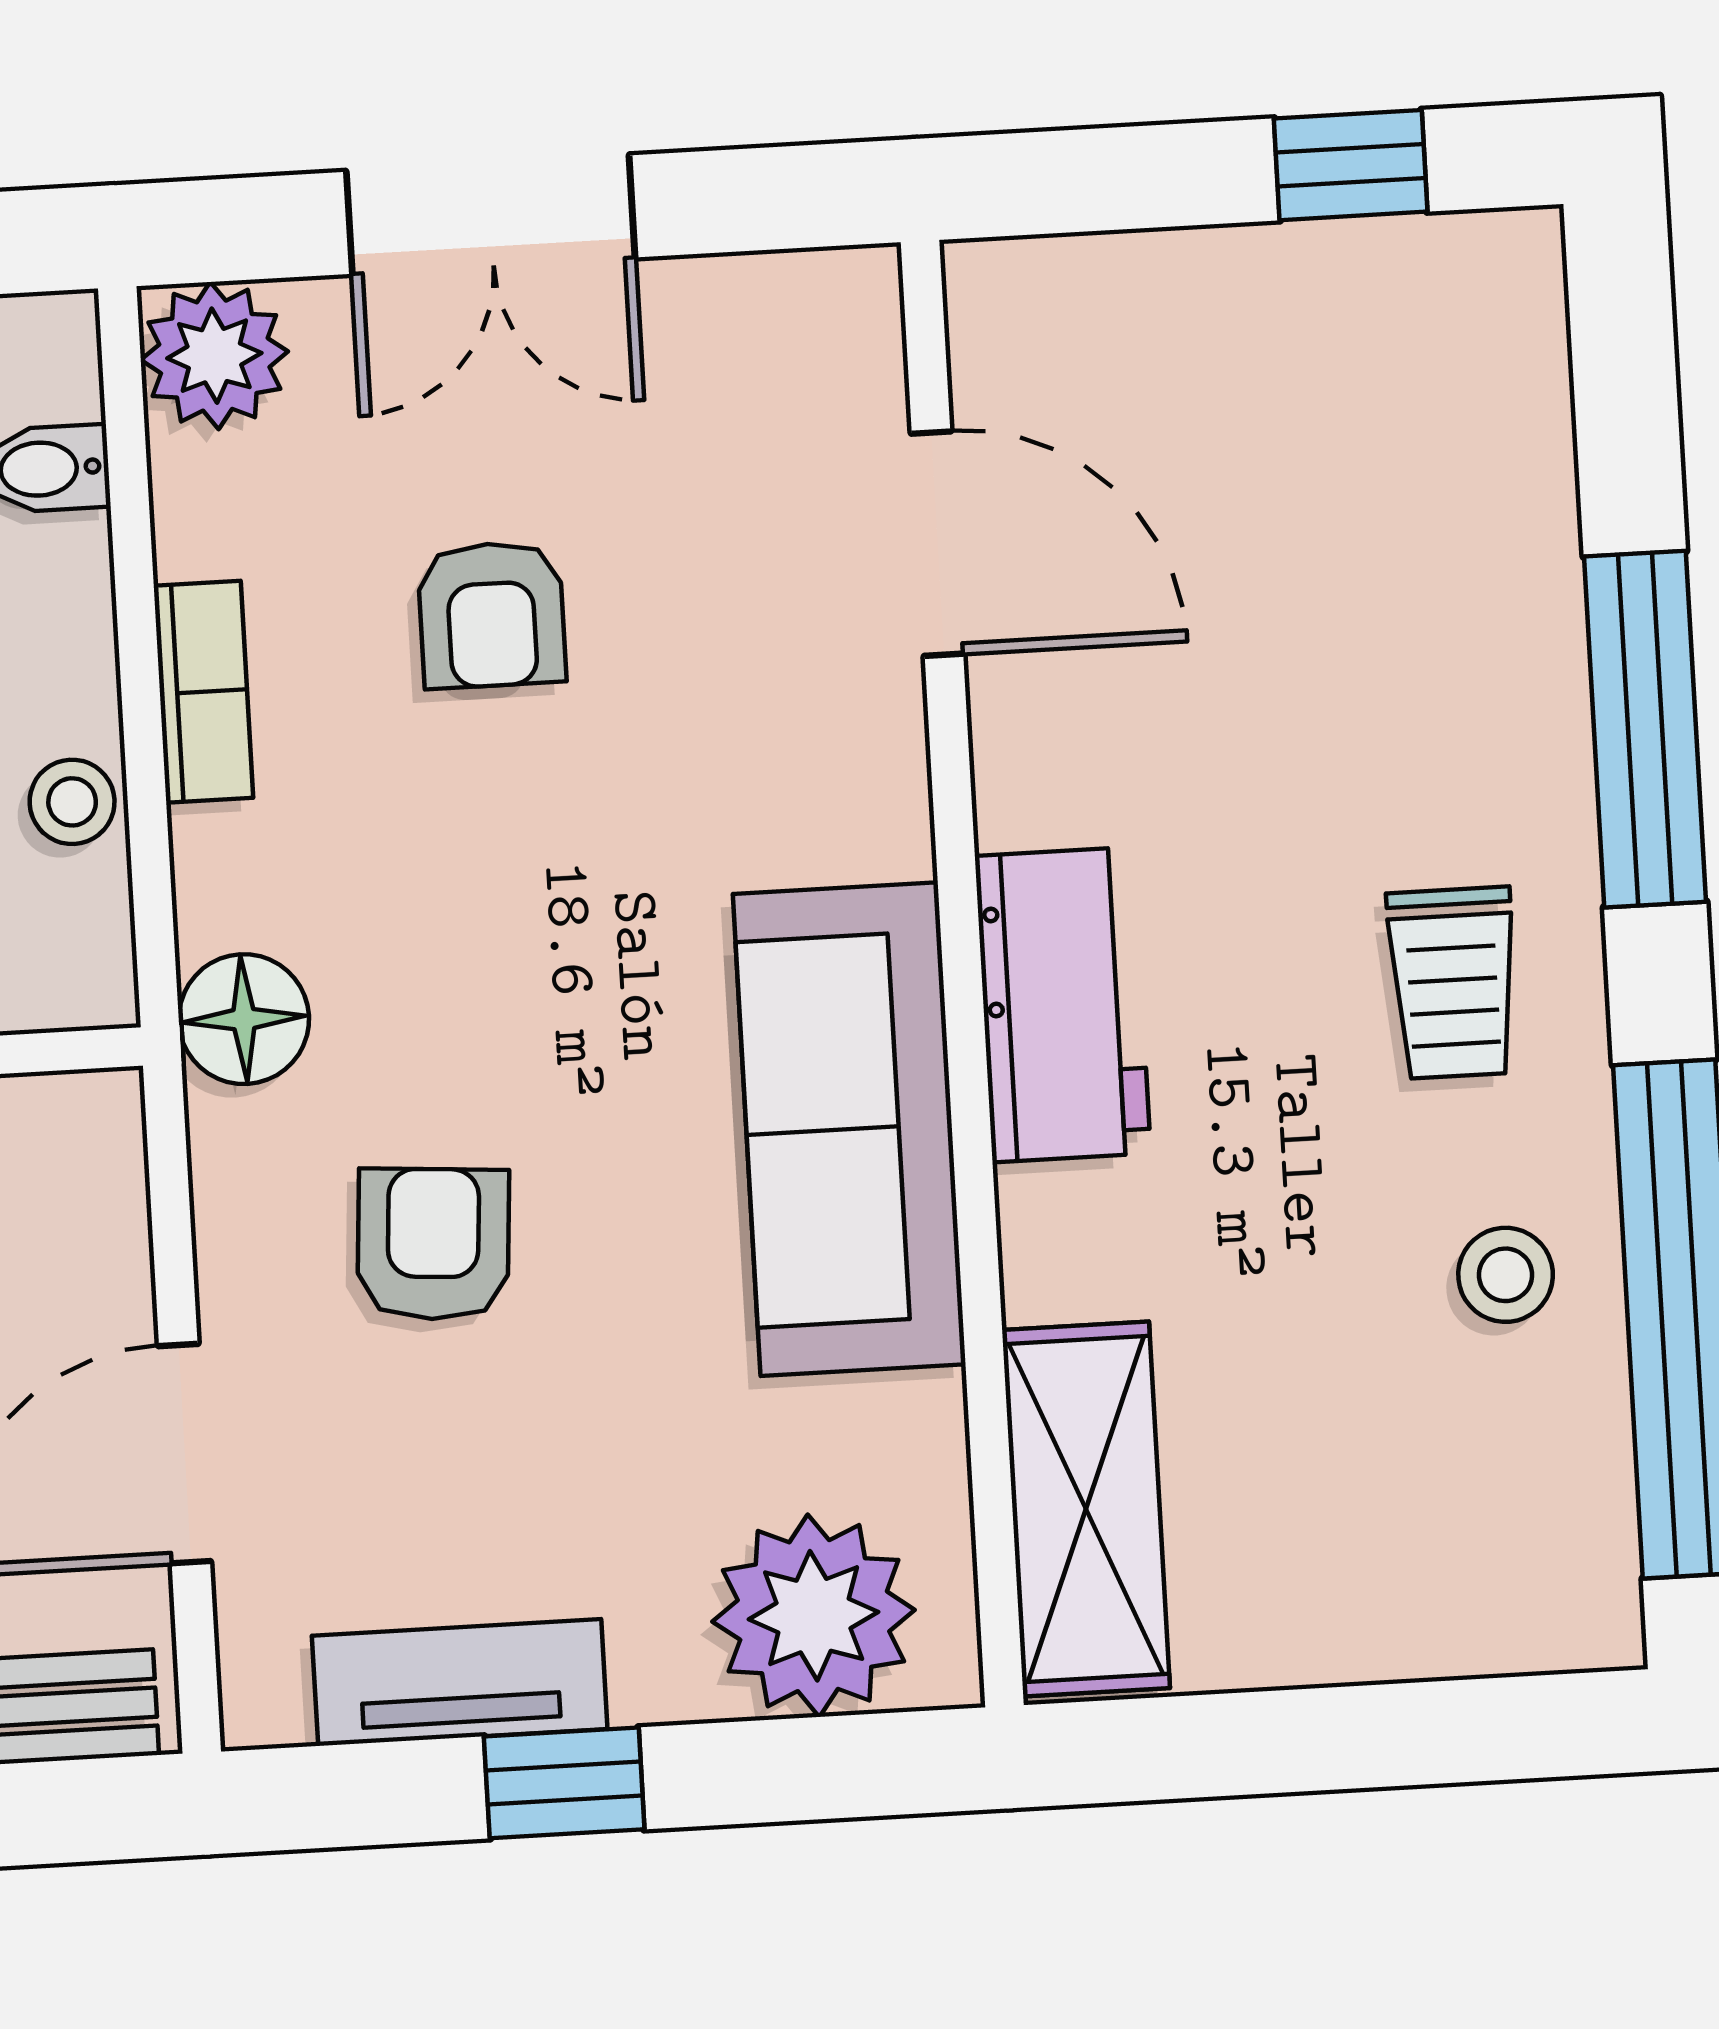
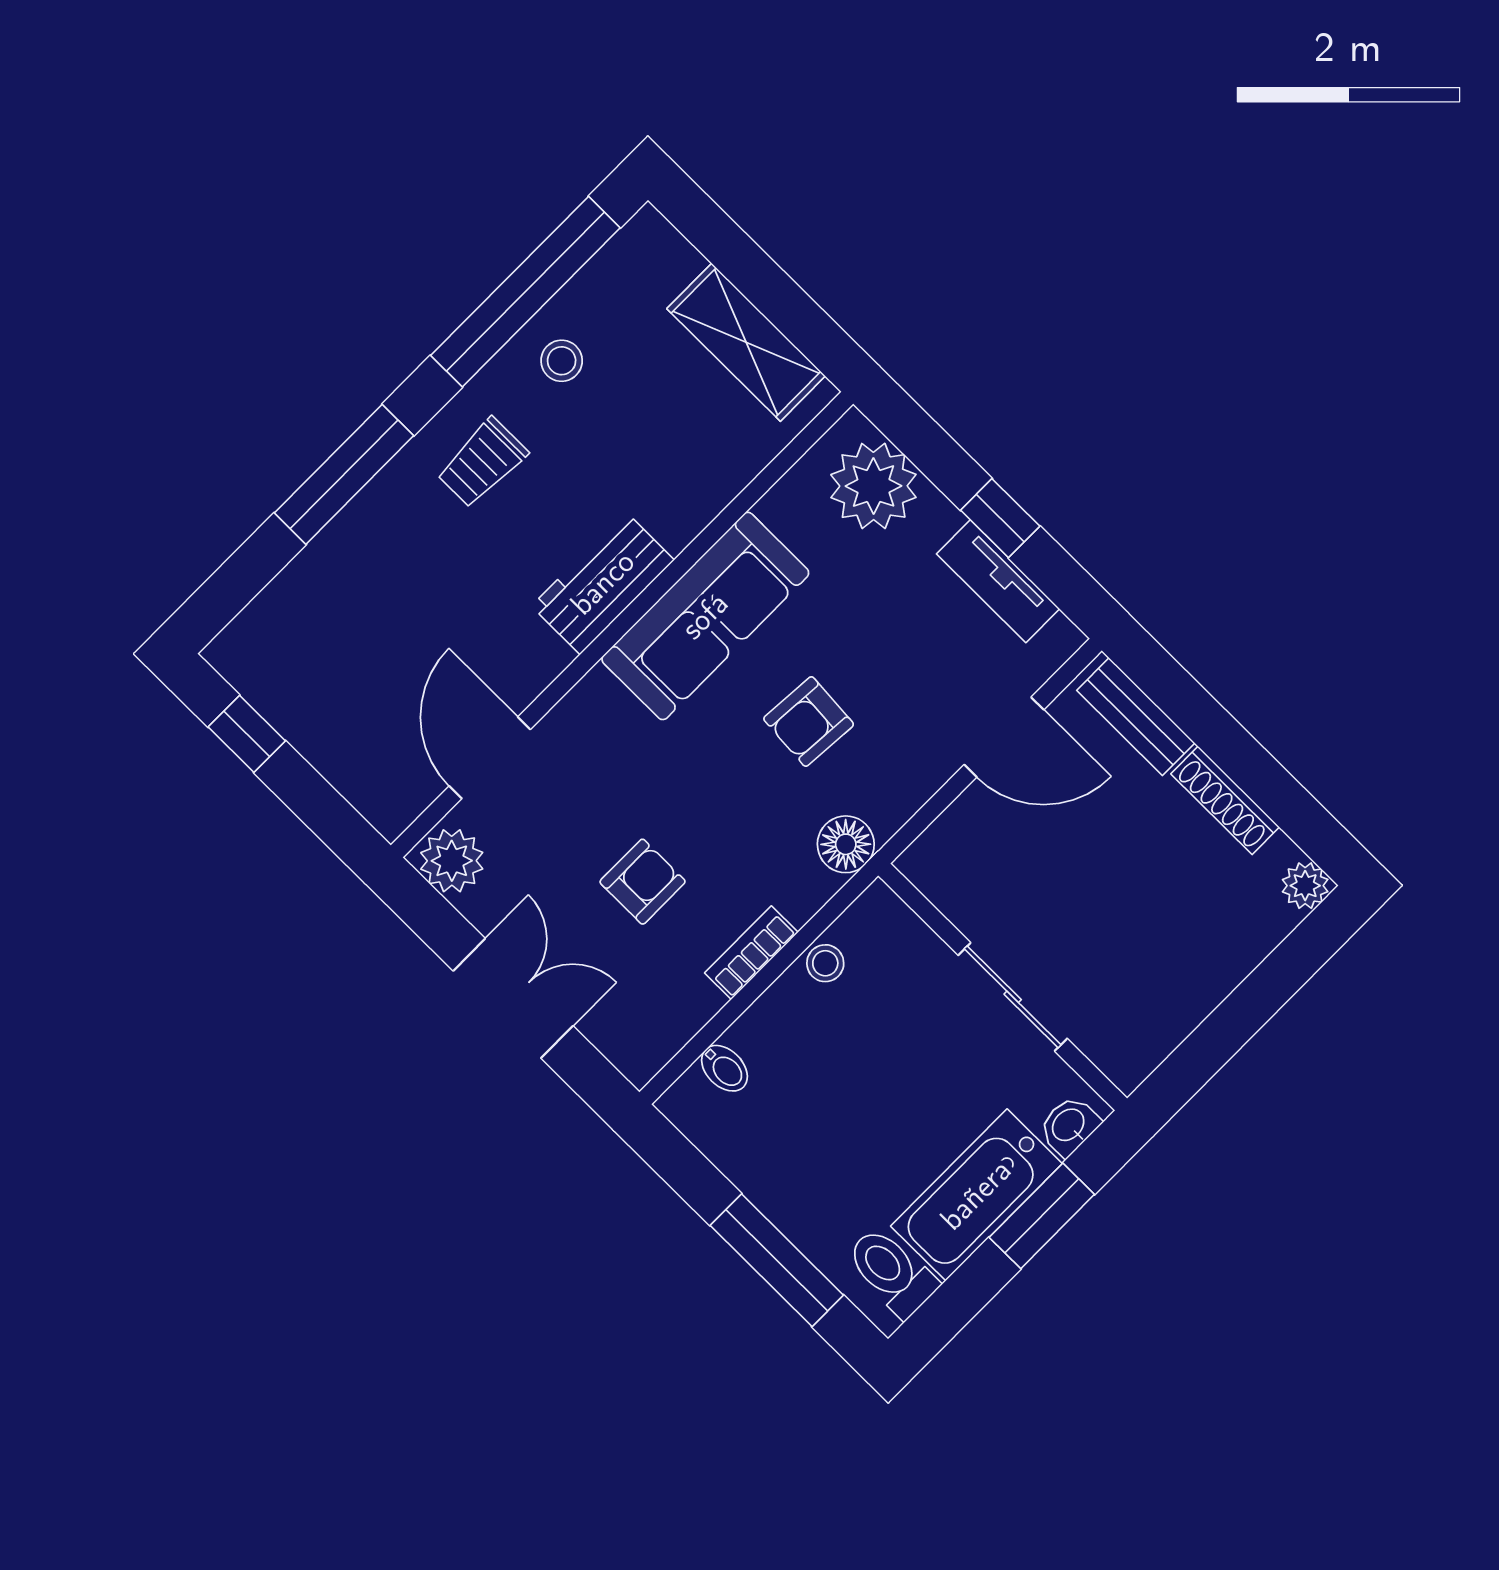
plant: (214, 356) -> (452, 861), moved
trolley: (1453, 983) -> (482, 463), turned 180
armchair: (433, 1244) -> (809, 722), moved
shelving: (1086, 1509) -> (746, 342), moved, turned 90

